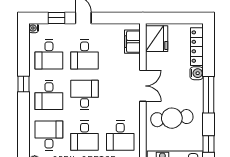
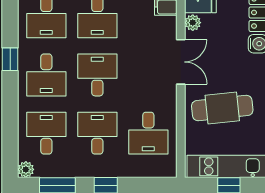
plant: (151, 58) -> (193, 23), added
desk: (85, 136) -> (97, 133), turned 180

